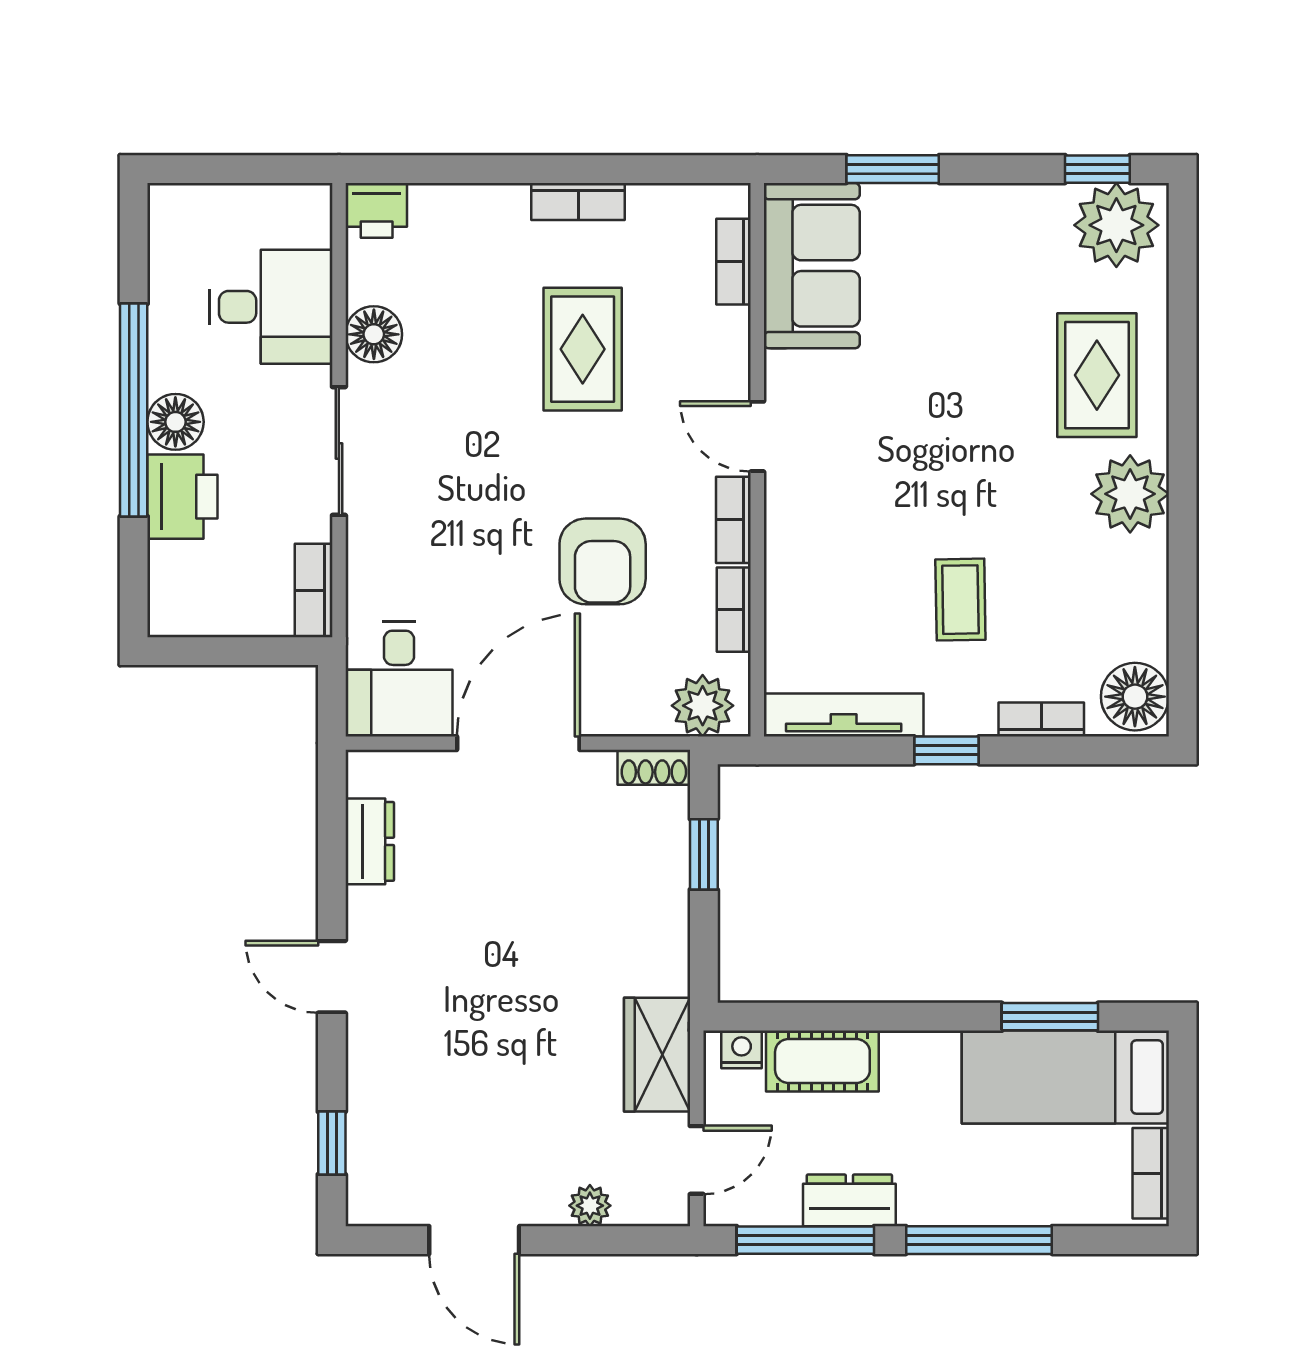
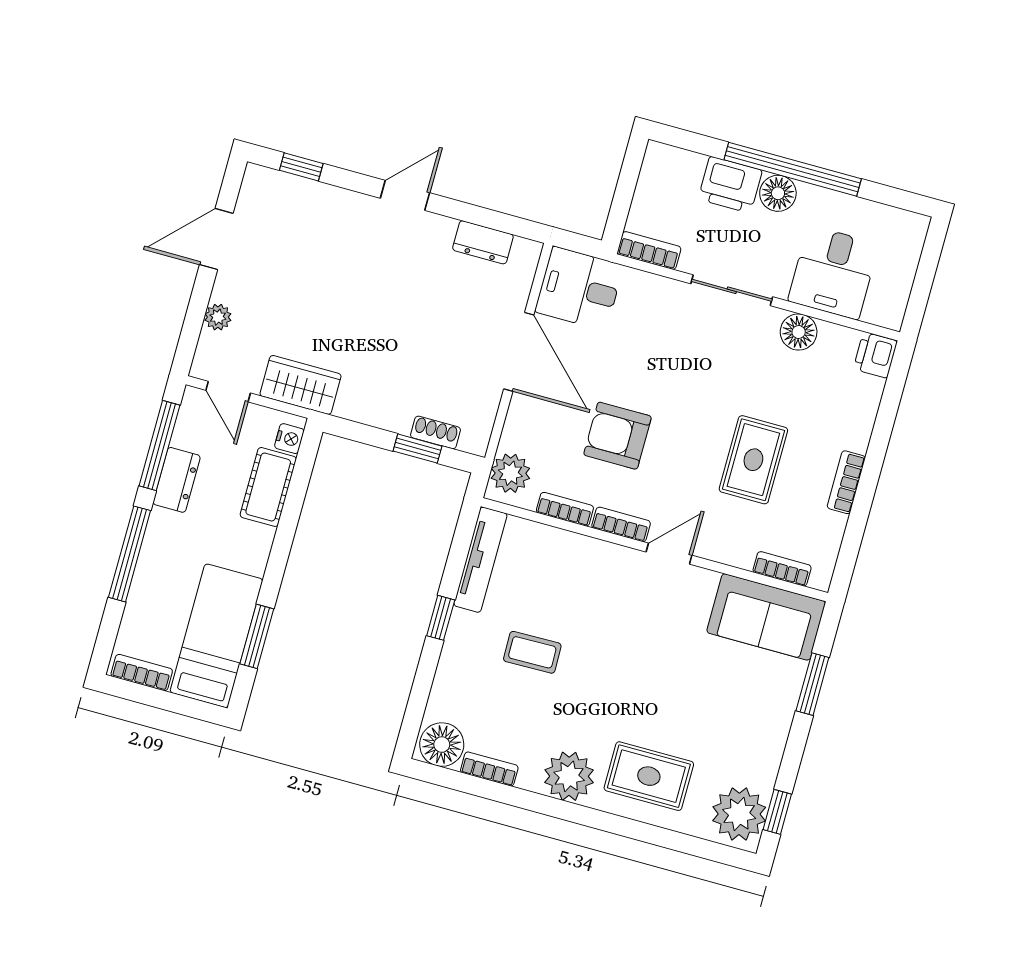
rug: (583, 349) -> (753, 460), turned 90
bookcase: (1041, 719) -> (489, 769), moved, turned -90
shoe rack: (654, 767) -> (435, 432), moved, turned 90

